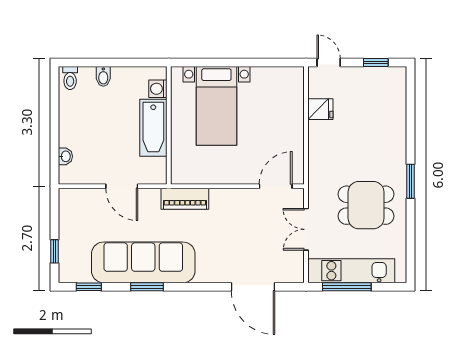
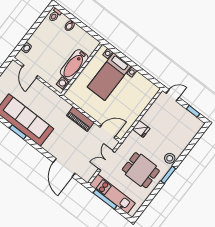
door: (329, 62) -> (173, 95), hinge flipped
washing machine: (158, 89) -> (63, 83), moved
fridge: (320, 109) -> (141, 129), moved
stool: (394, 156) -> (170, 158), added
door: (122, 186) -> (30, 71), moved
piano: (185, 199) -> (80, 119), moved

